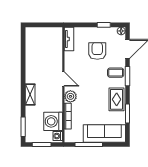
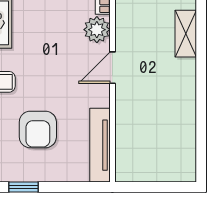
tv unit: (69, 39) -> (100, 145), width x1.41
door: (63, 79) -> (112, 68), hinge flipped

